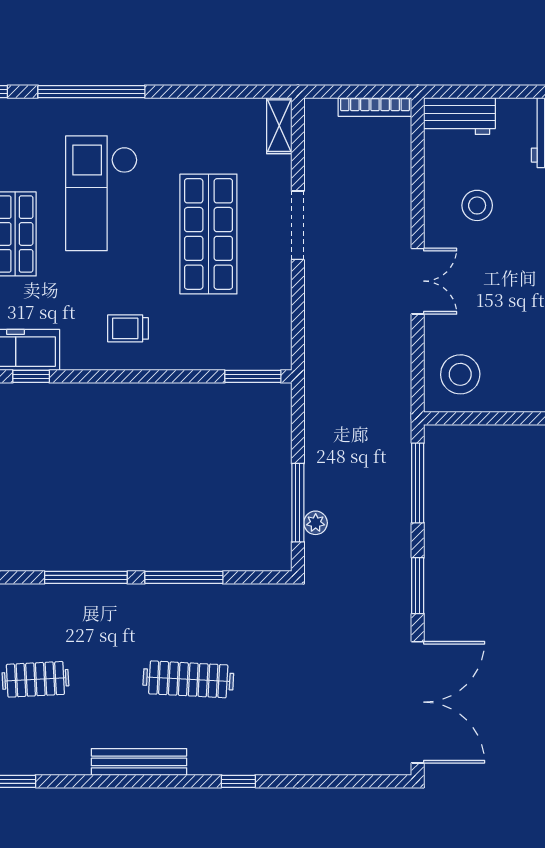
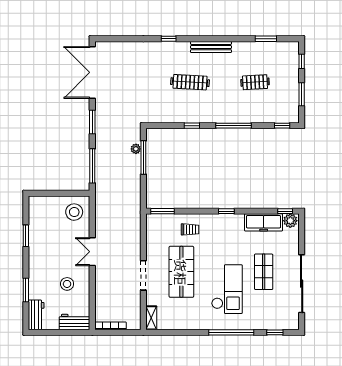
trolley: (128, 328) -> (190, 229), moved
window: (31, 376) -> (226, 211), moved
window: (184, 577) -> (192, 126), width x0.46

